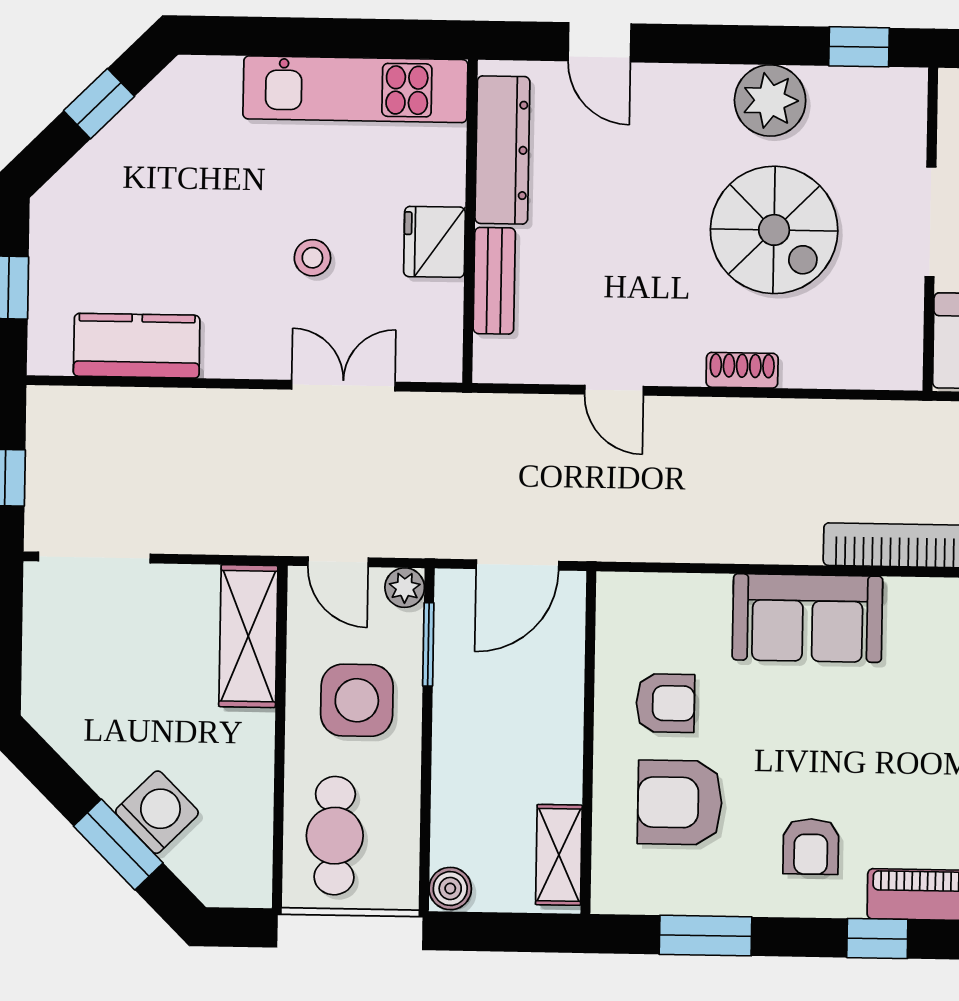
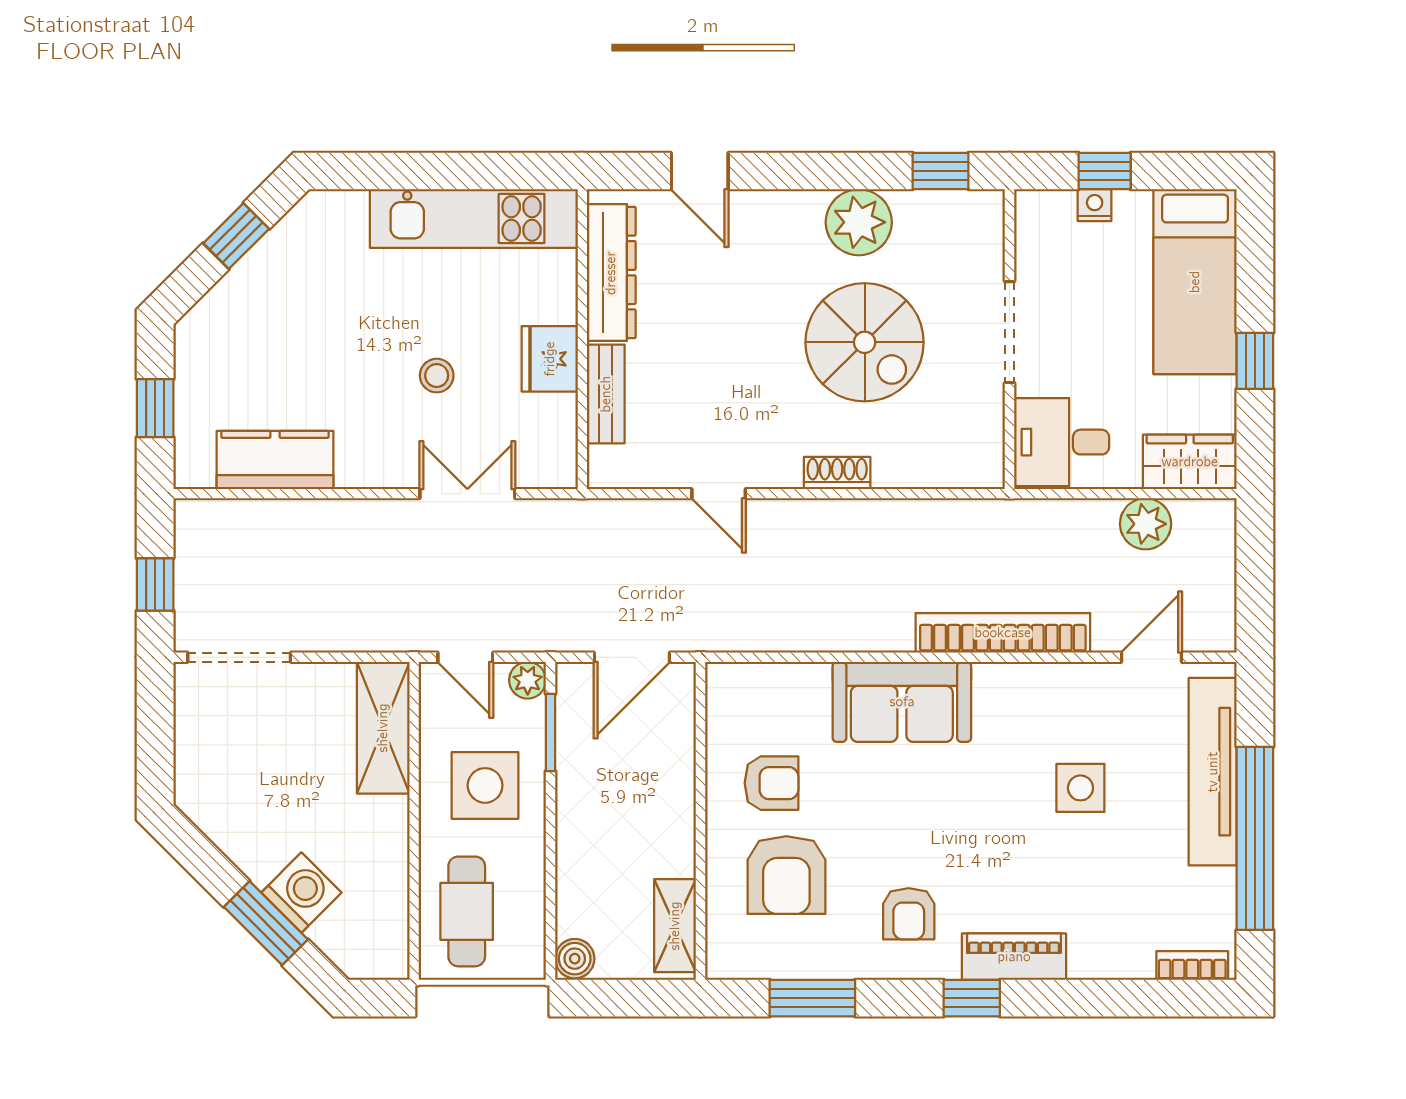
armchair: (680, 802) -> (786, 875), turned -90

